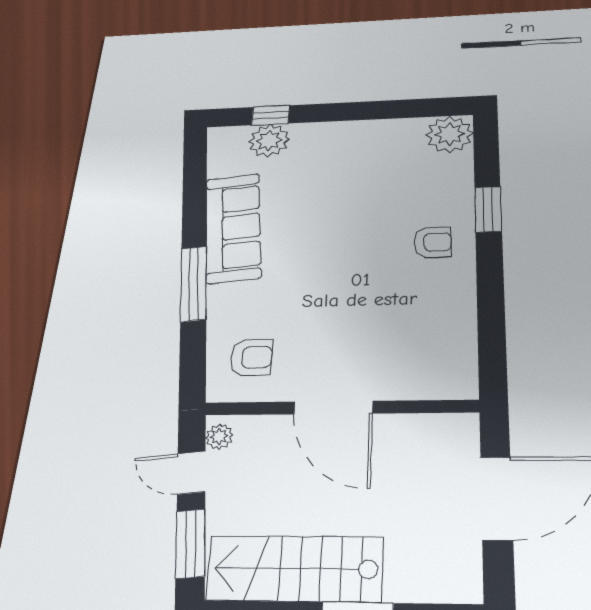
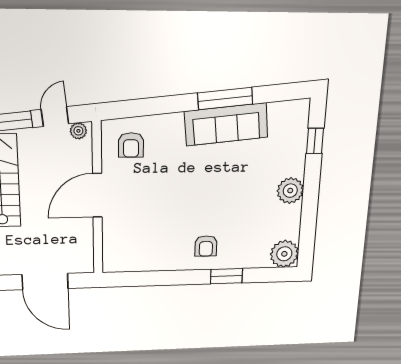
plant: (269, 141) -> (290, 191), moved
window: (194, 284) -> (225, 99), moved

